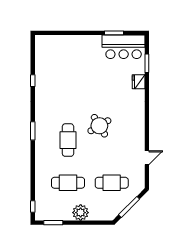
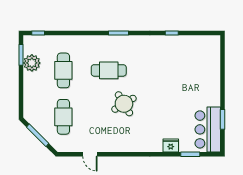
plant: (81, 213) -> (32, 63), moved

